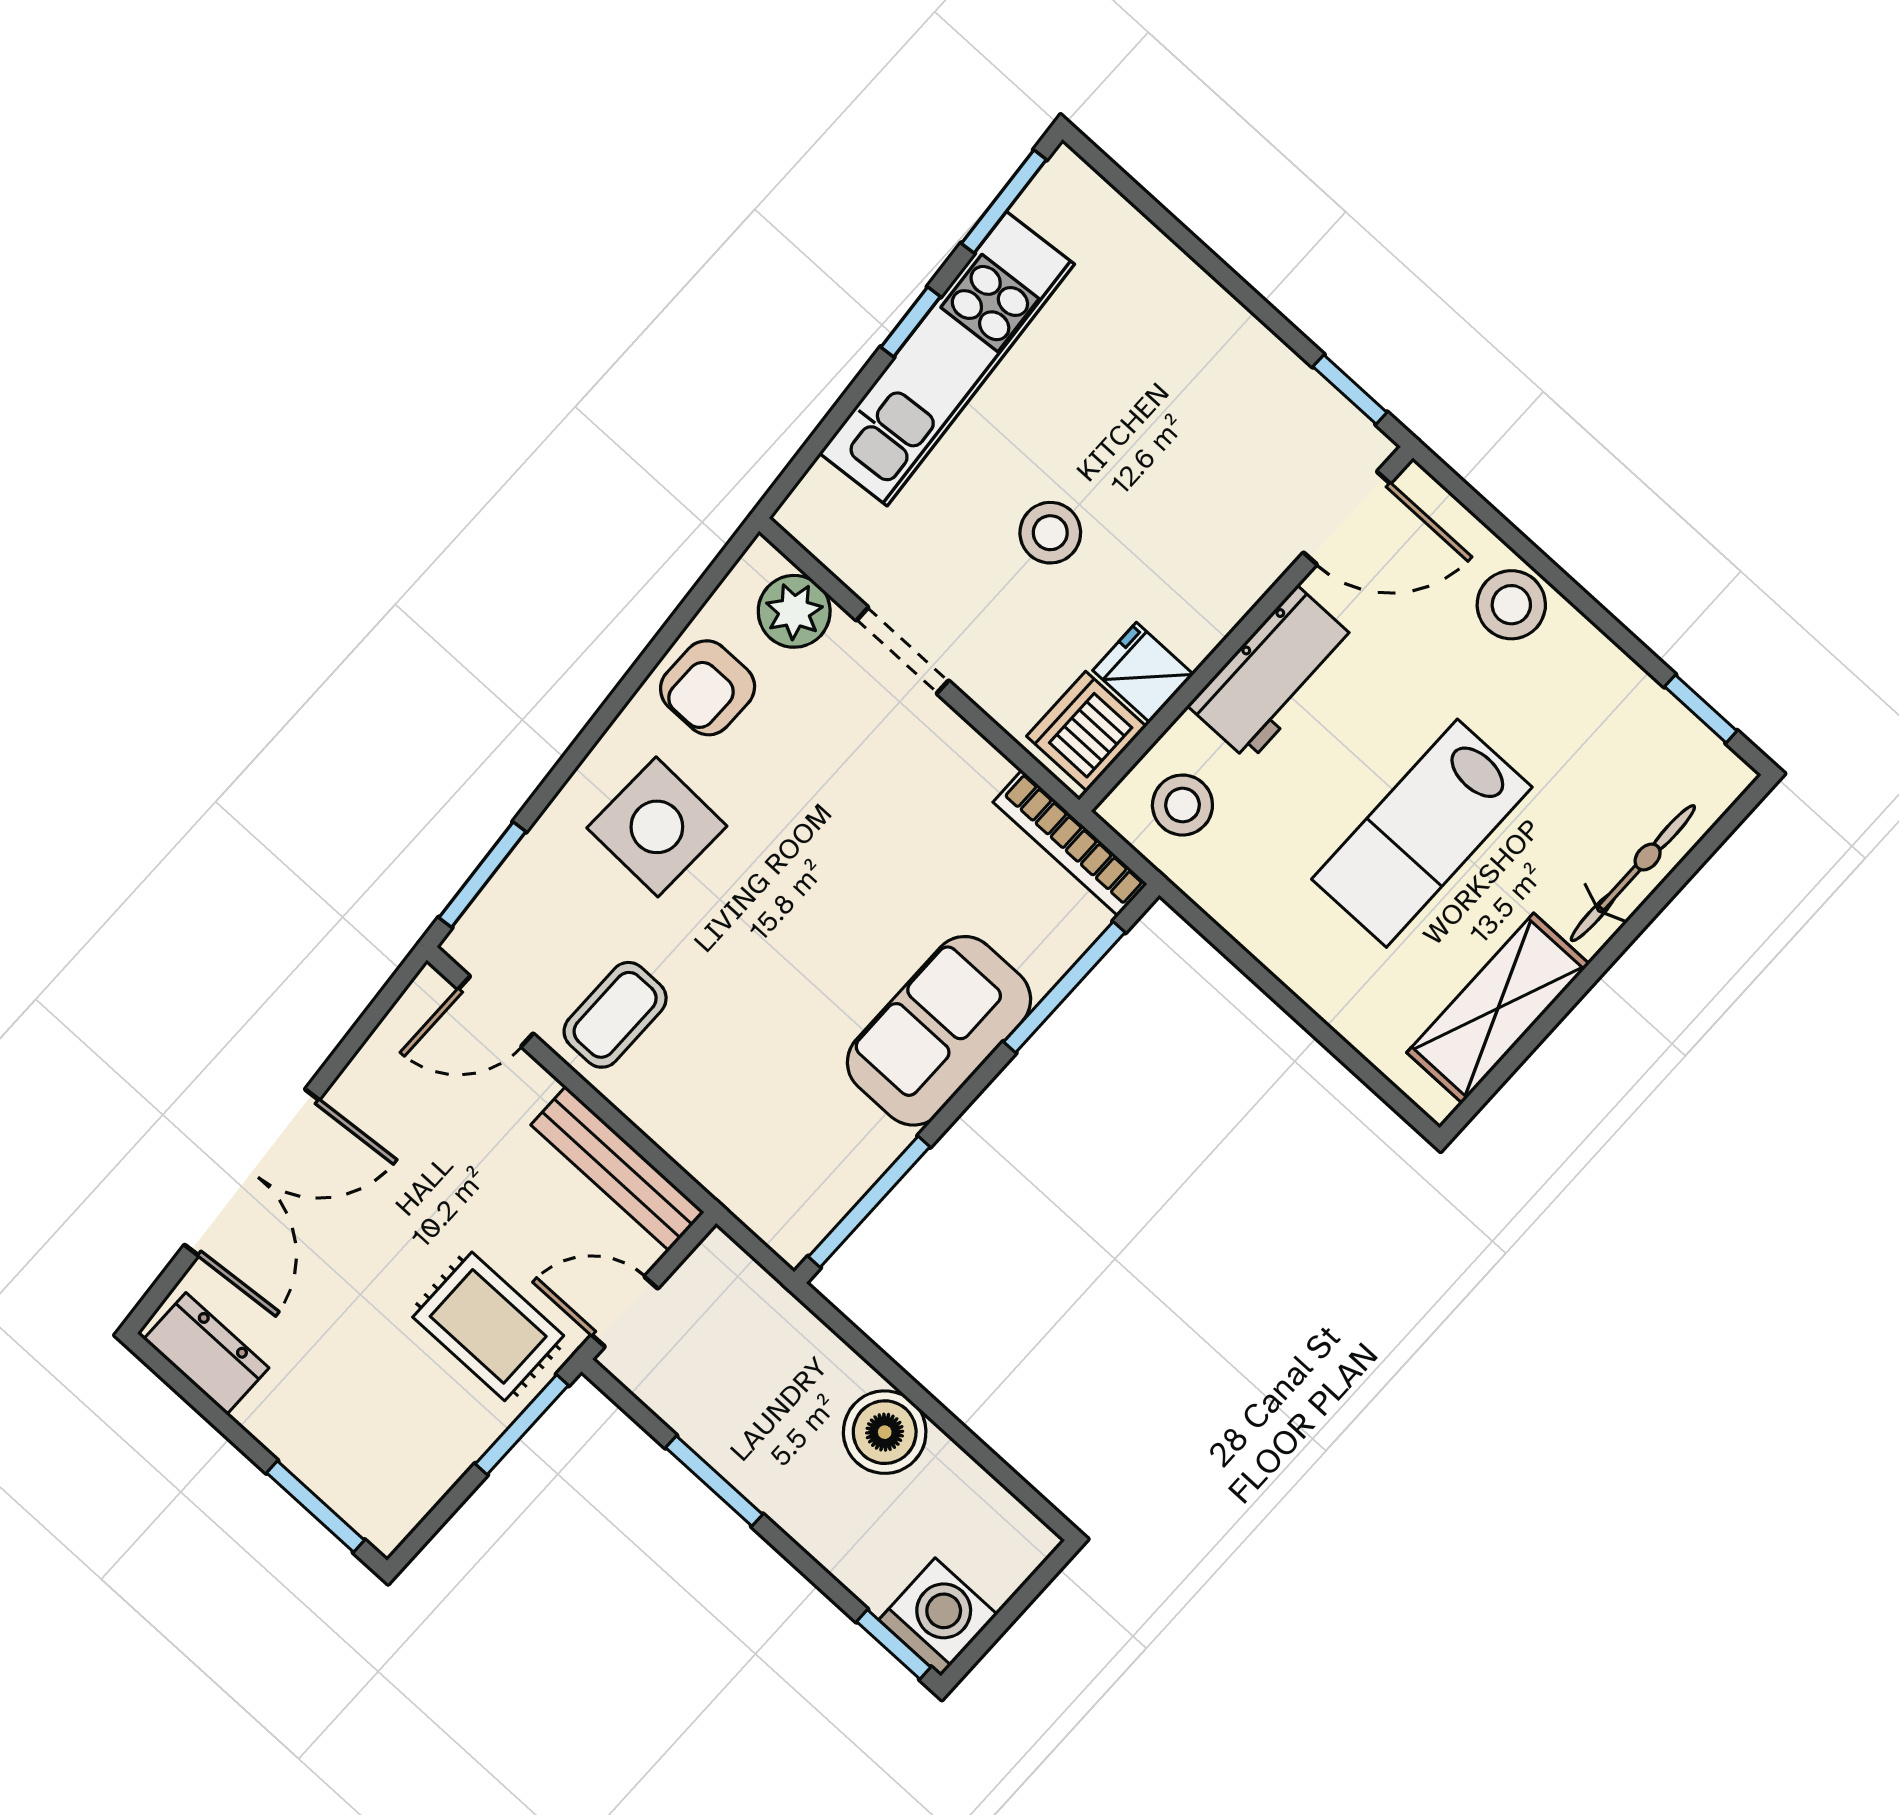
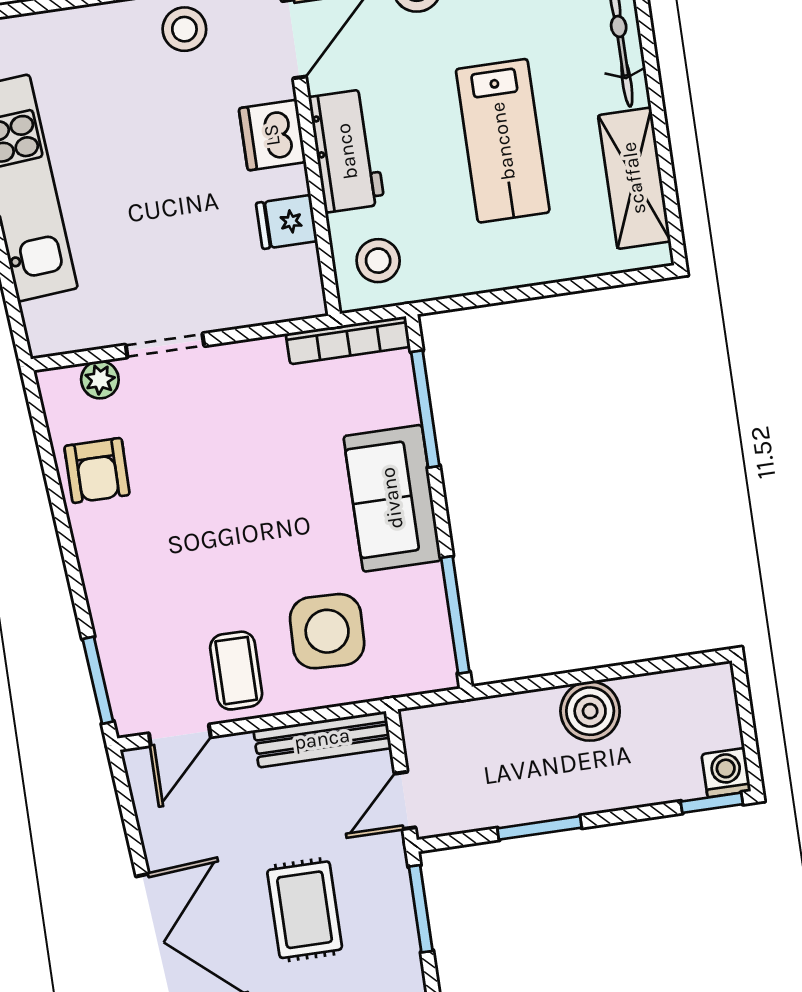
stool: (1050, 533) -> (184, 29), moved
plant: (794, 611) -> (100, 380), width x0.73, depth x0.73
dishwasher: (1086, 731) -> (272, 135), moved
side table: (657, 827) -> (327, 631), moved
rug: (488, 1326) -> (305, 910), moved, turned 90
washing machine: (938, 1617) -> (726, 773), width x0.73, depth x0.73

